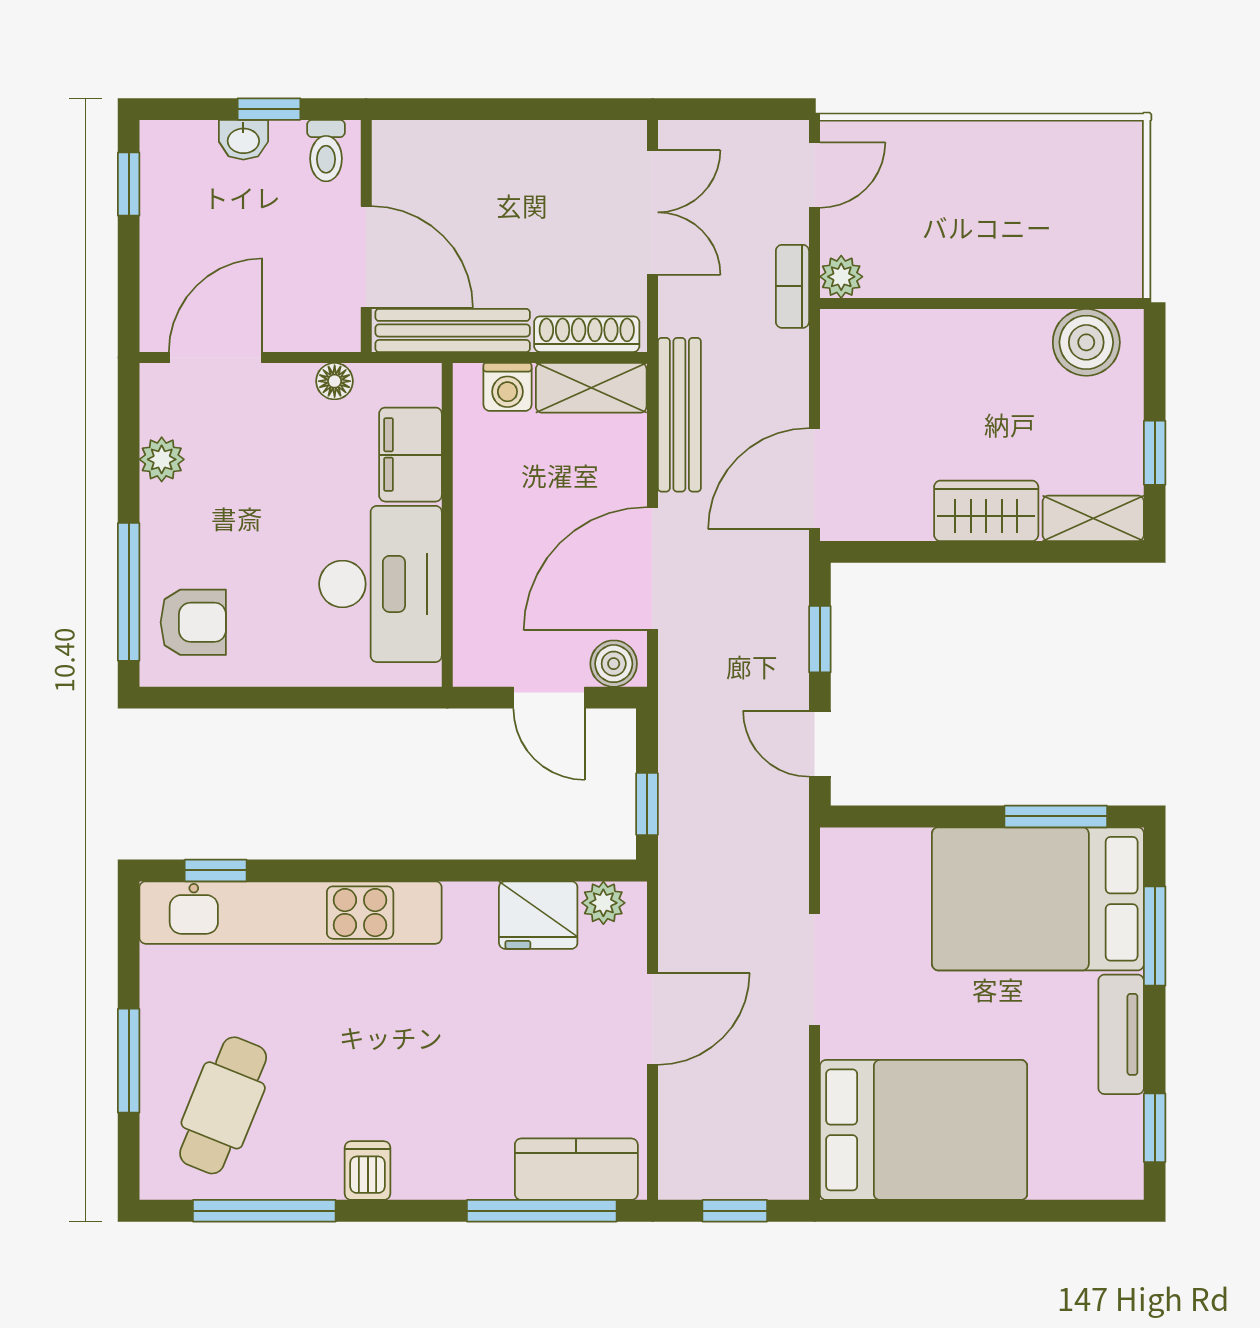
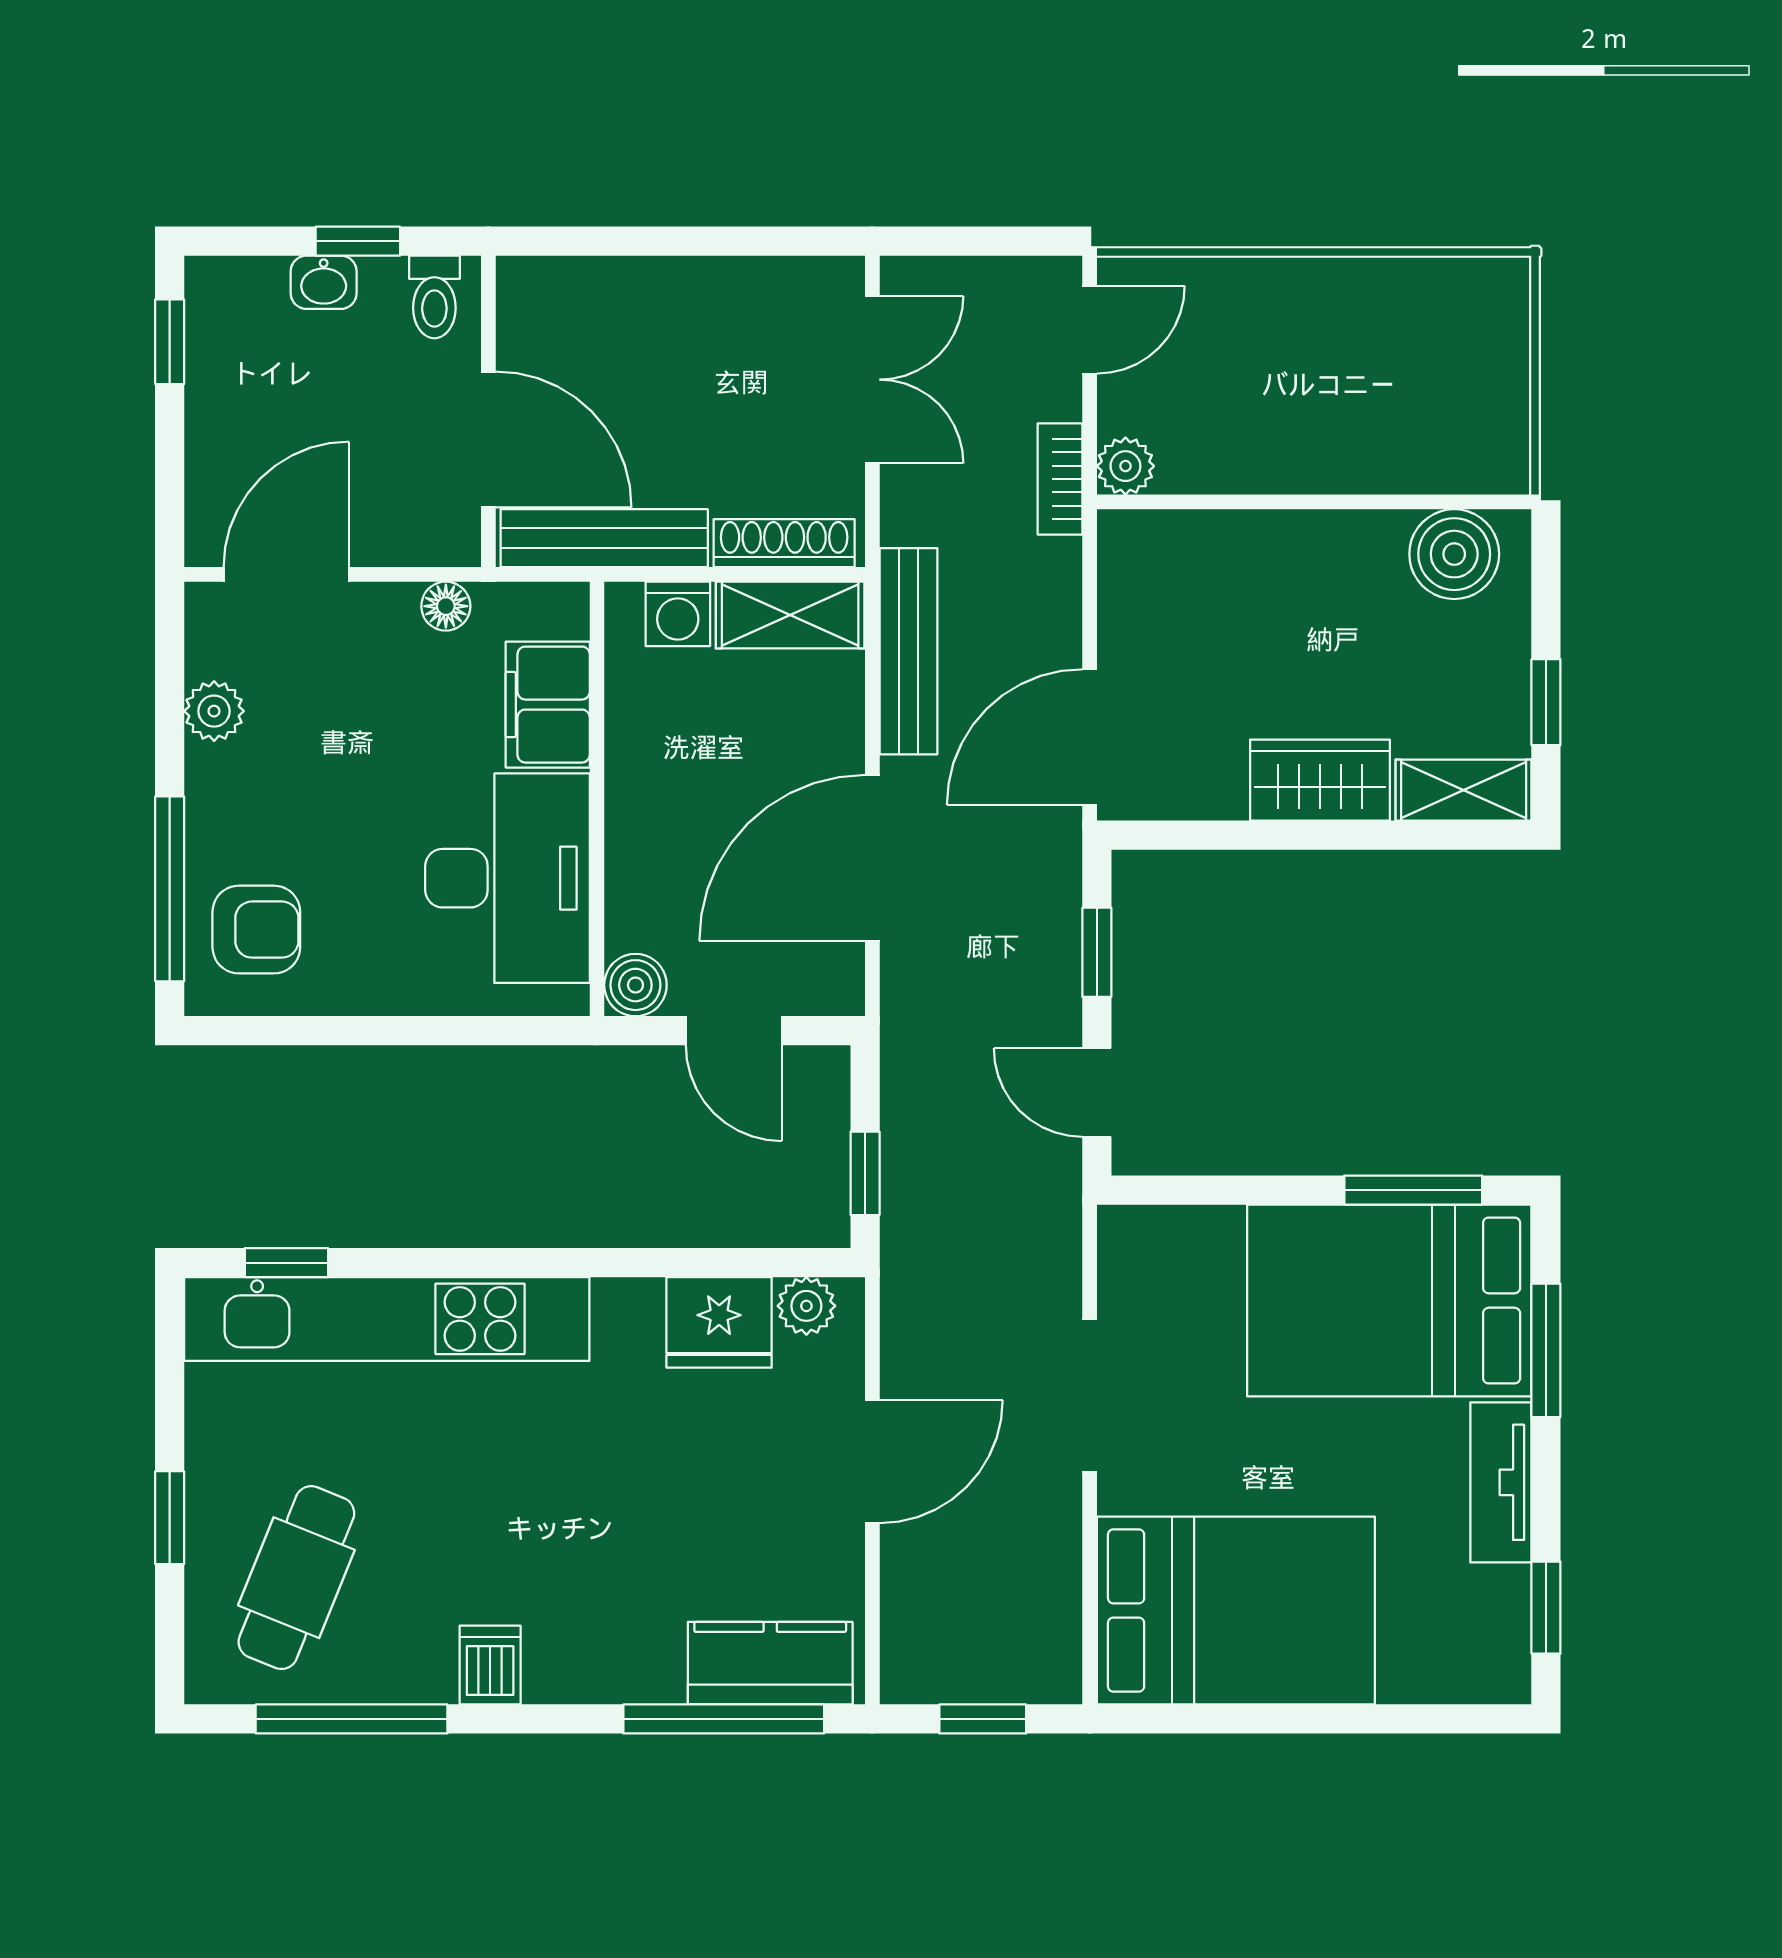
boiler: (614, 664) -> (635, 985), moved
window: (129, 1061) -> (170, 1518), width x0.67

